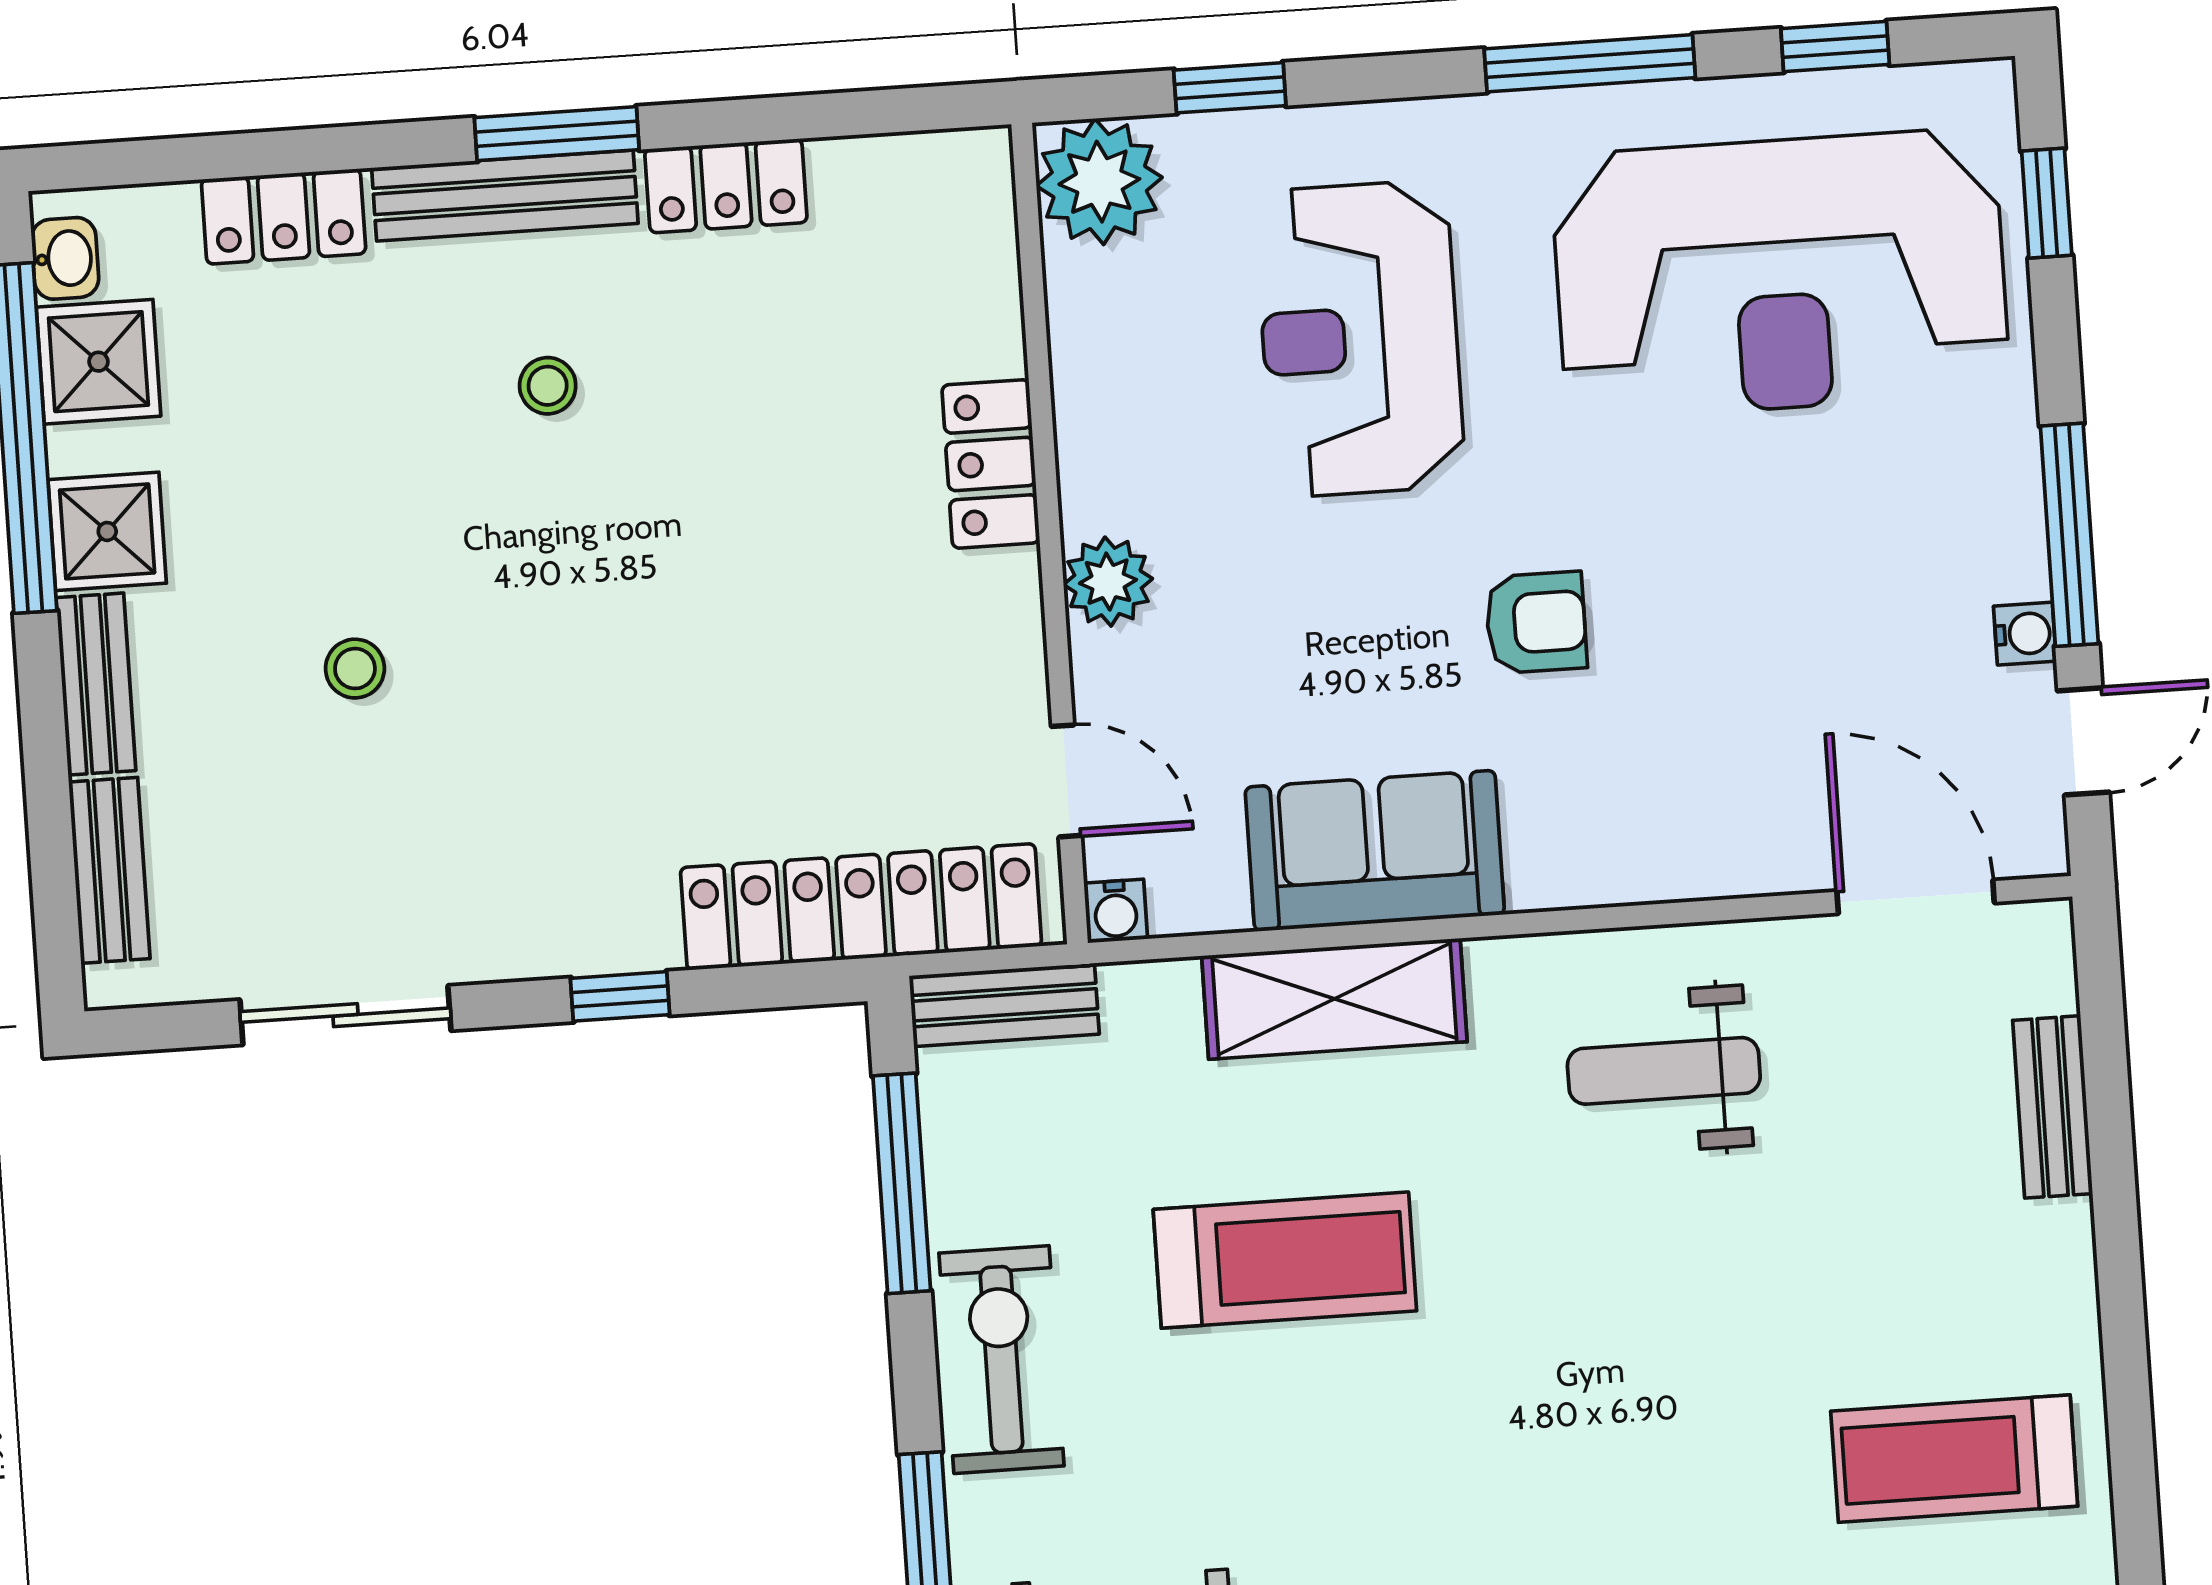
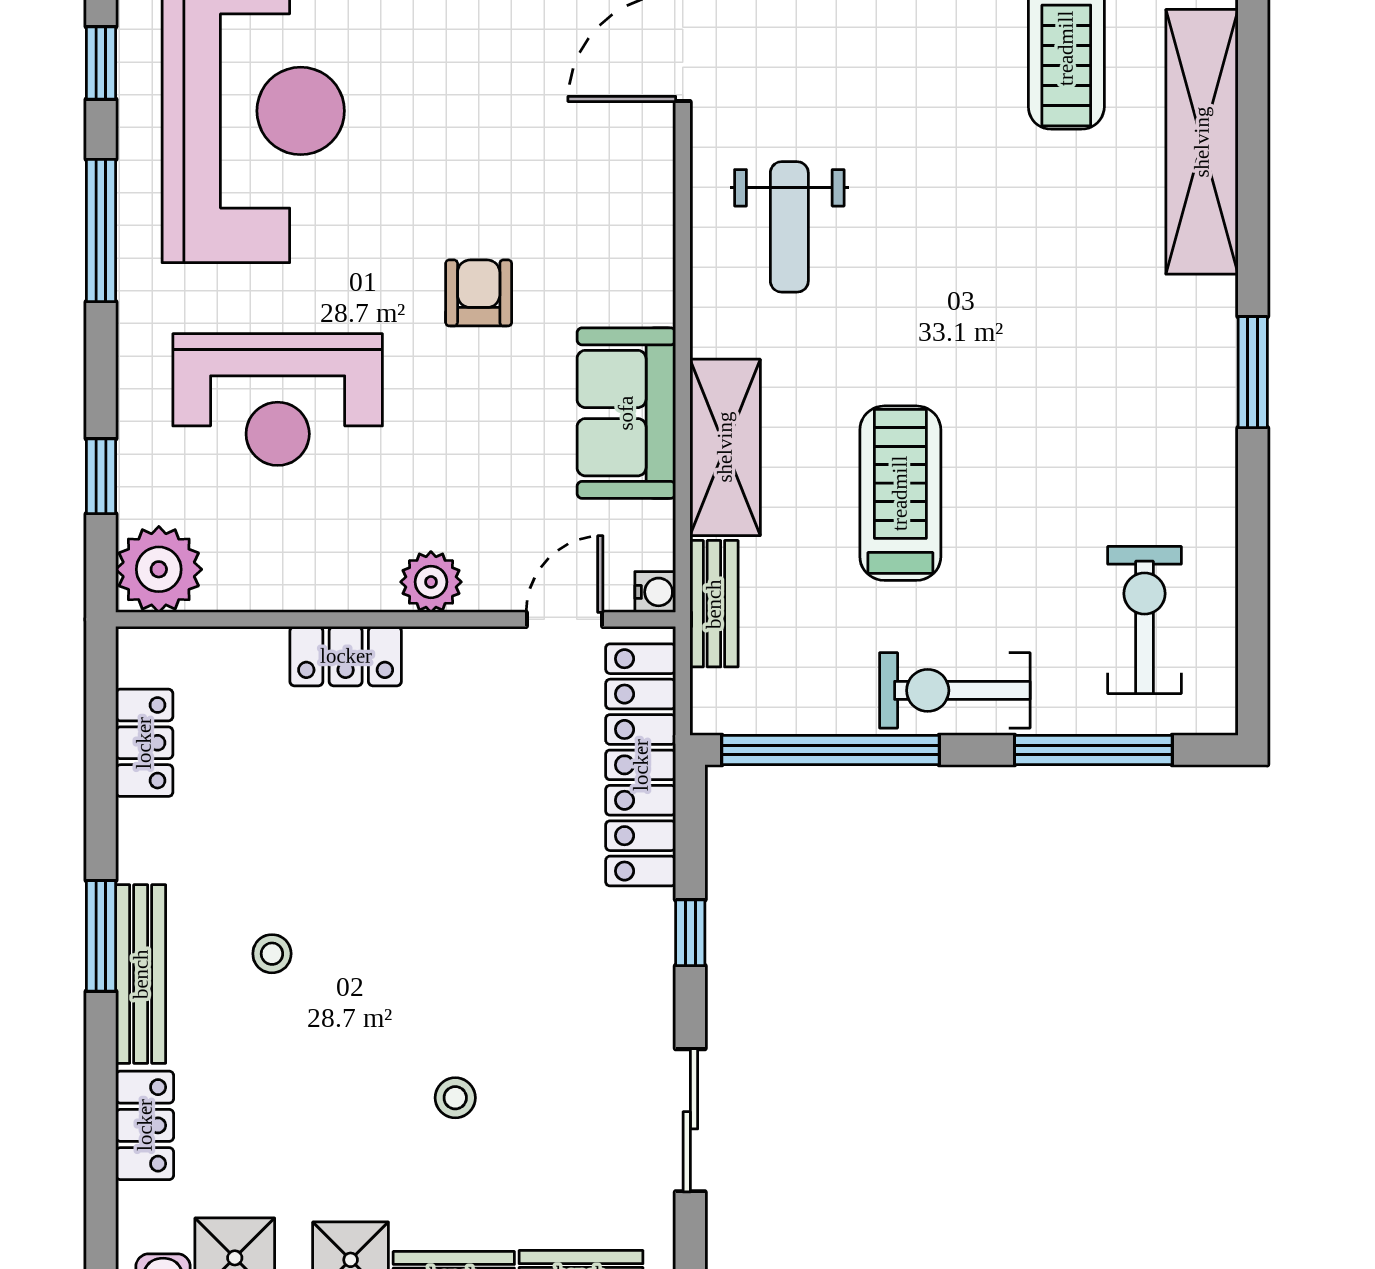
locker: (726, 186) -> (144, 743), moved
bench: (1004, 1005) -> (714, 604), moved
window: (902, 1183) -> (830, 750), width x1.46

